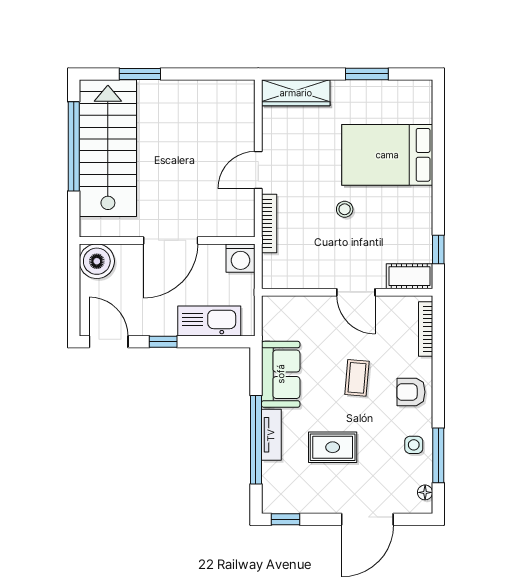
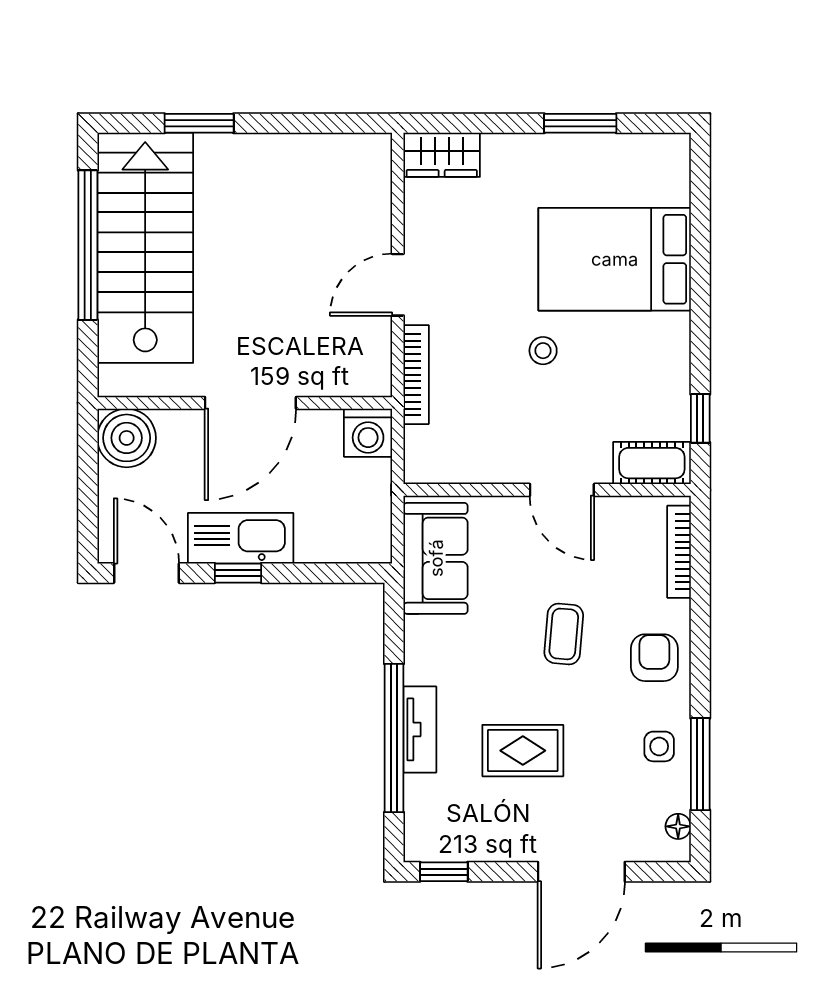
wardrobe: (296, 93) -> (442, 155), width x0.67
kitchen sink: (209, 321) -> (241, 538), moved
sofa: (281, 374) -> (436, 558), moved
armchair: (411, 392) -> (654, 658), turned 90

